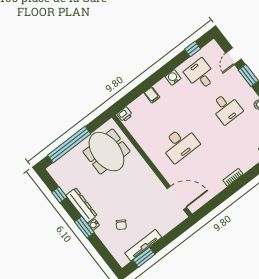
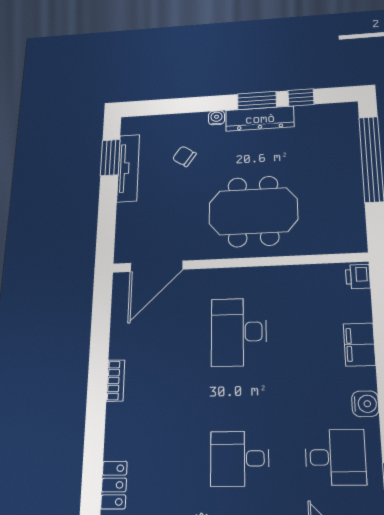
filing cabinet: (152, 95) -> (359, 345), width x2.00
meeting table: (106, 152) -> (253, 211), moved
window: (84, 227) -> (257, 100), moved

